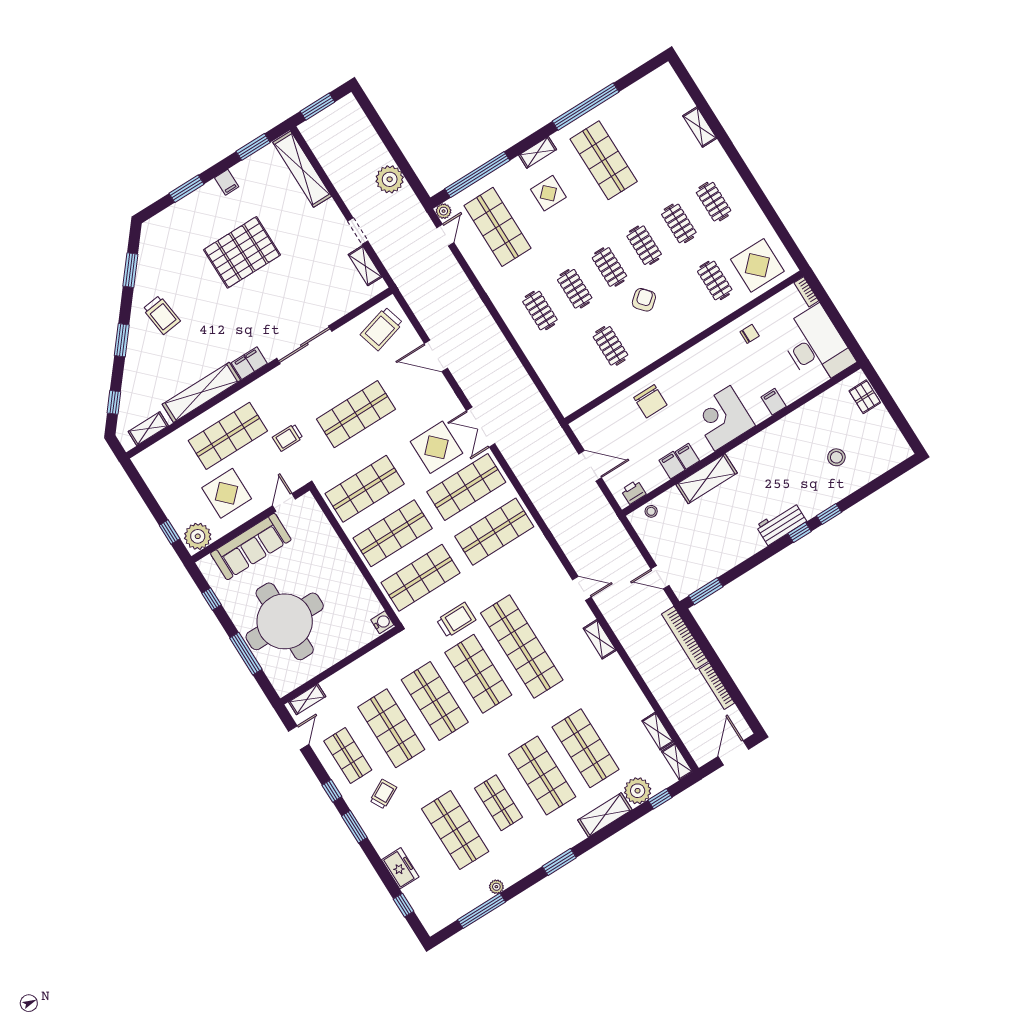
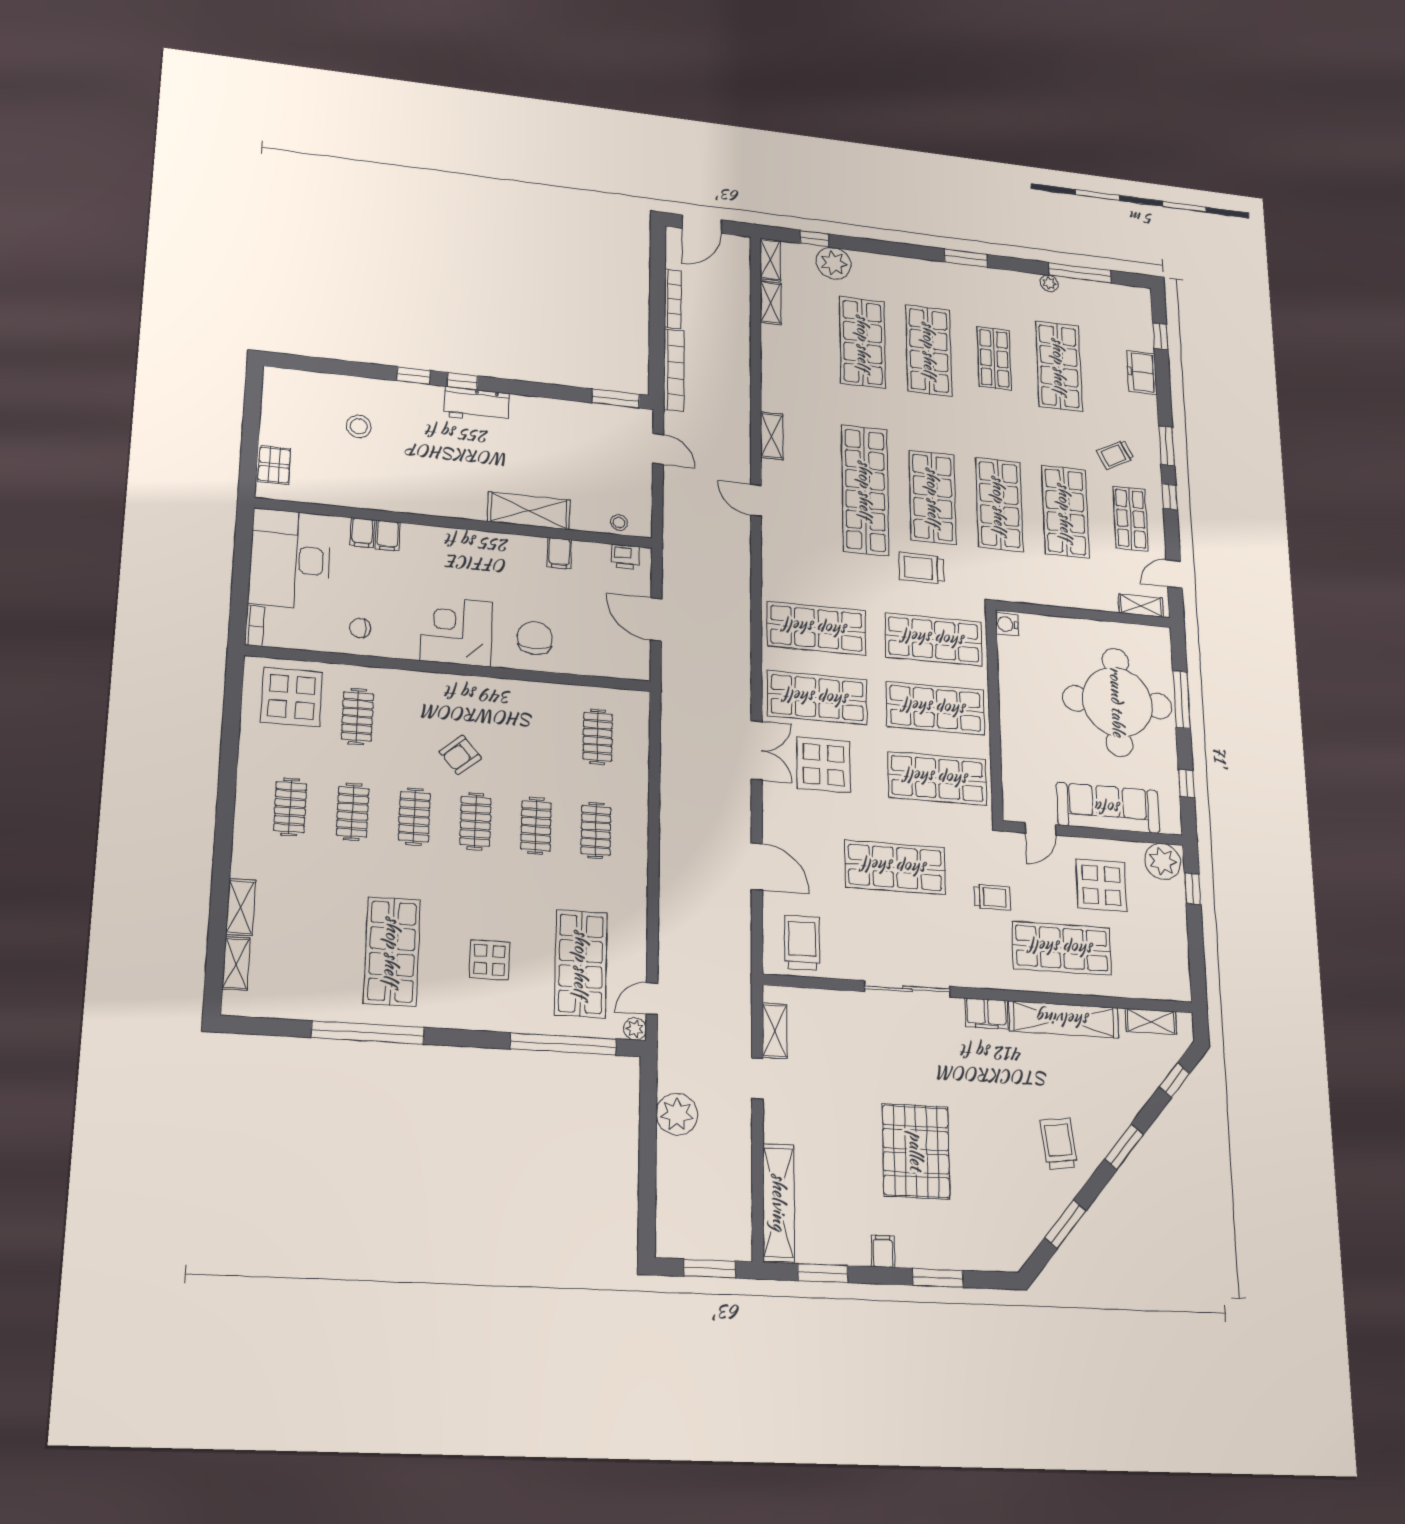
shelving: (538, 152) -> (236, 963), moved, turned 90
pallet: (242, 252) -> (916, 1151), turned 90
trolley: (382, 329) -> (802, 943), turned -74
clothes rail: (610, 346) -> (598, 737), moved
corner desk: (723, 418) -> (456, 631), moved, turned 180
filing cabinet: (687, 456) -> (362, 533), moved
shelving: (605, 815) -> (886, 266), removed

